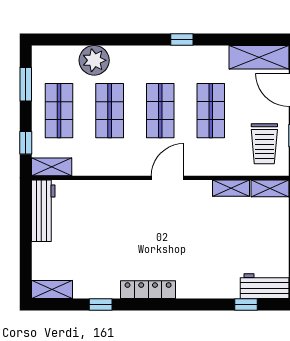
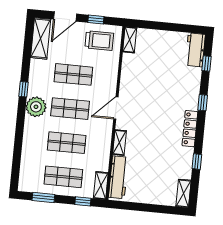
plant: (94, 60) -> (36, 107), moved
door: (168, 178) -> (116, 108), hinge flipped
shelving: (231, 188) -> (119, 143), moved
workbench: (43, 211) -> (118, 177), moved, turned 90
window: (188, 305) -> (203, 103), added

